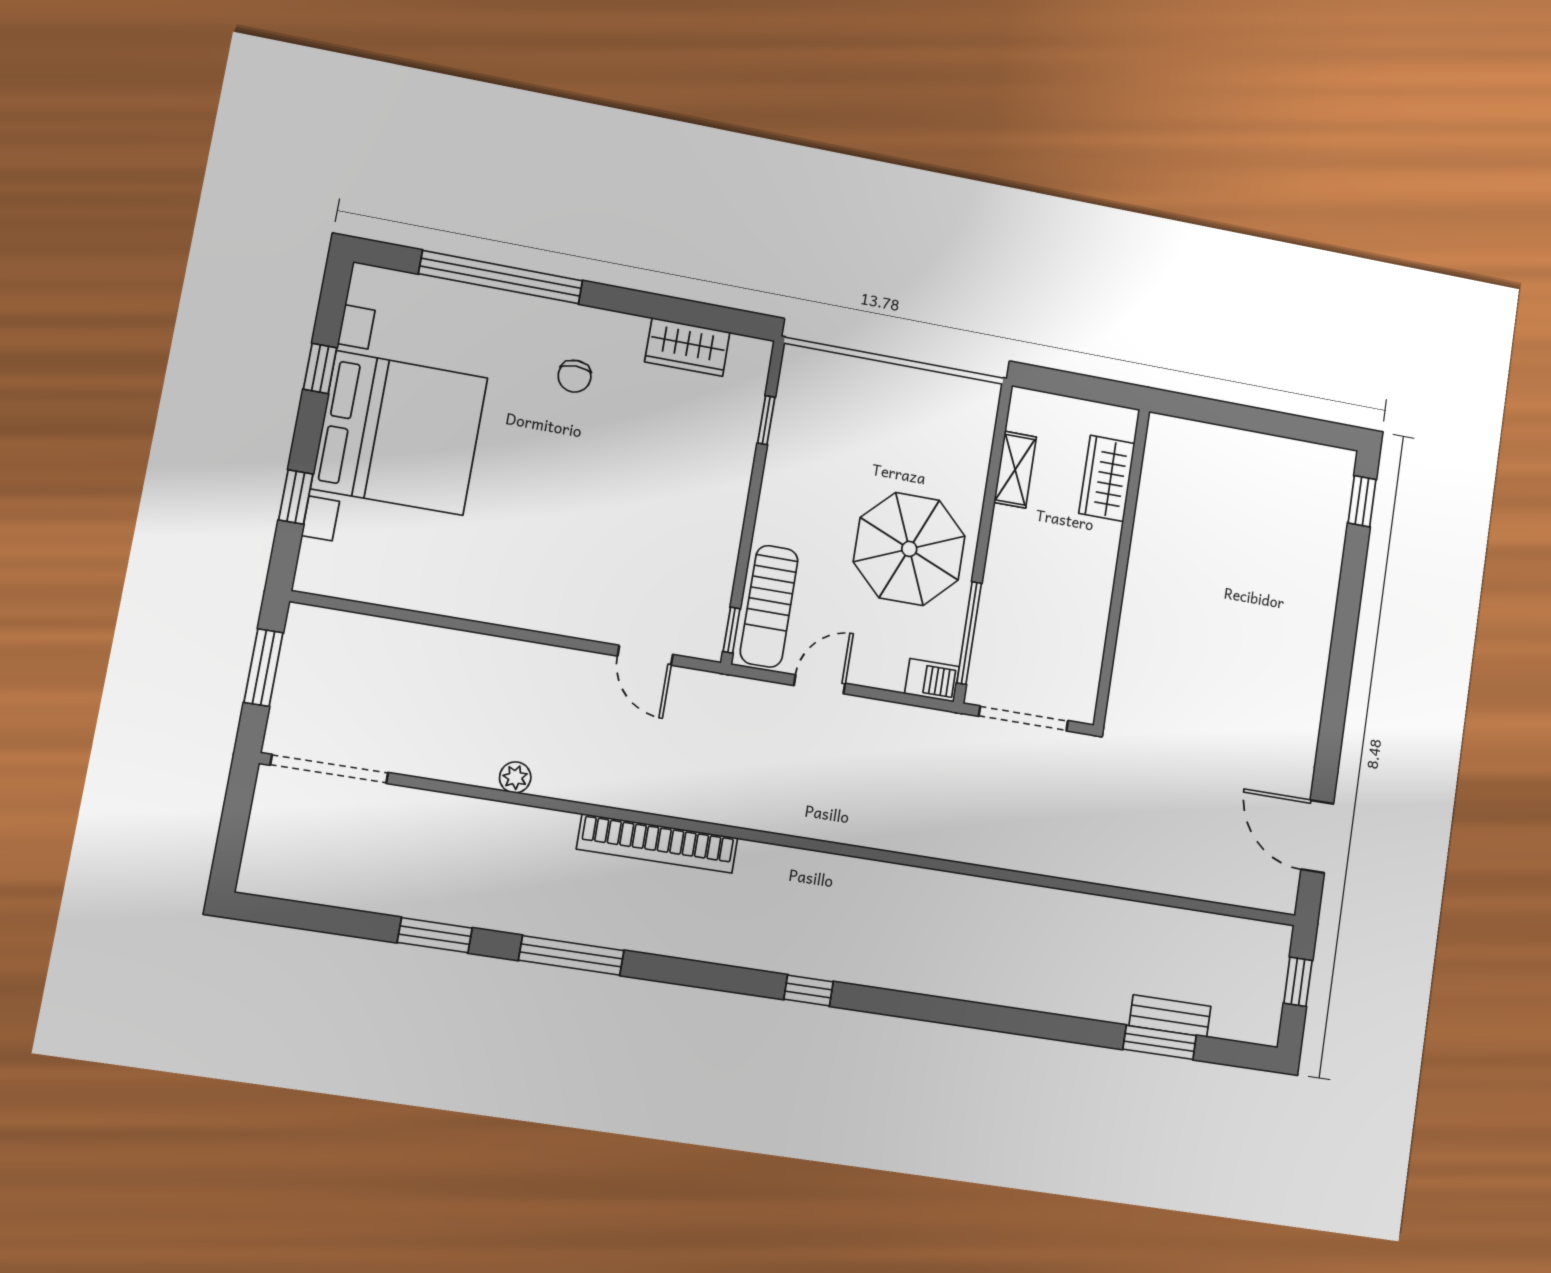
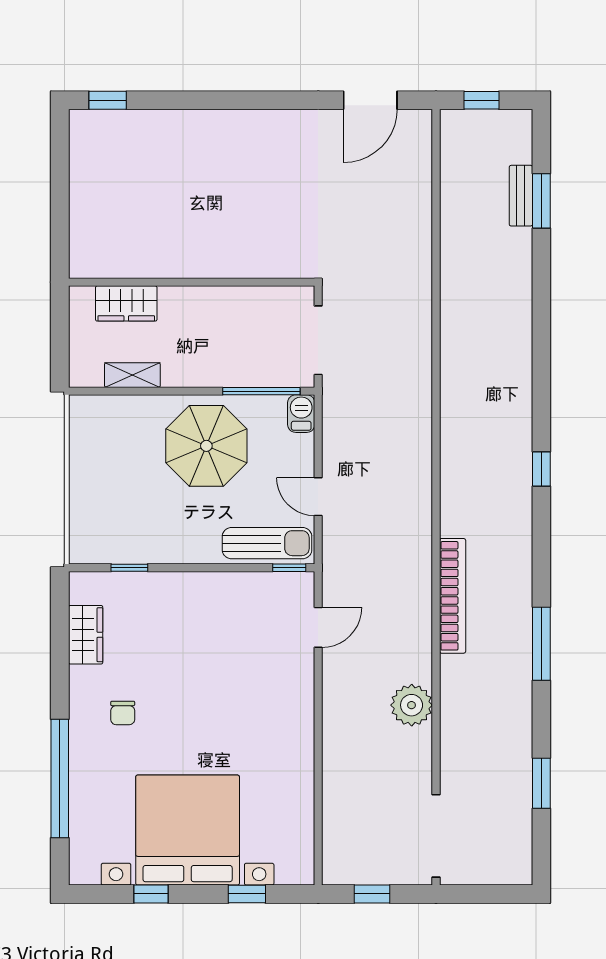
chair: (575, 376) -> (123, 713), turned 90
window: (264, 668) -> (372, 894), width x0.67
plant: (515, 777) -> (412, 705), width x1.87, depth x1.87
window: (435, 935) -> (541, 783), moved

